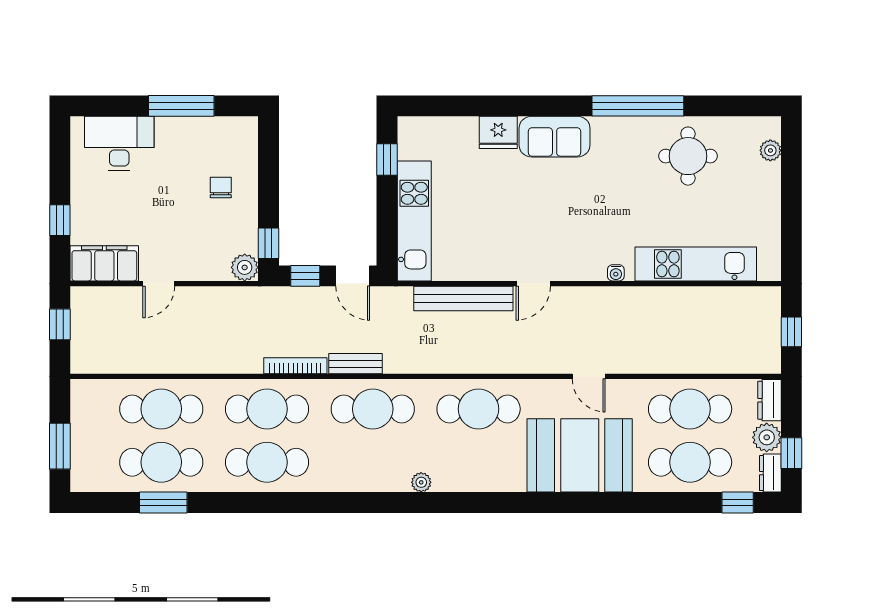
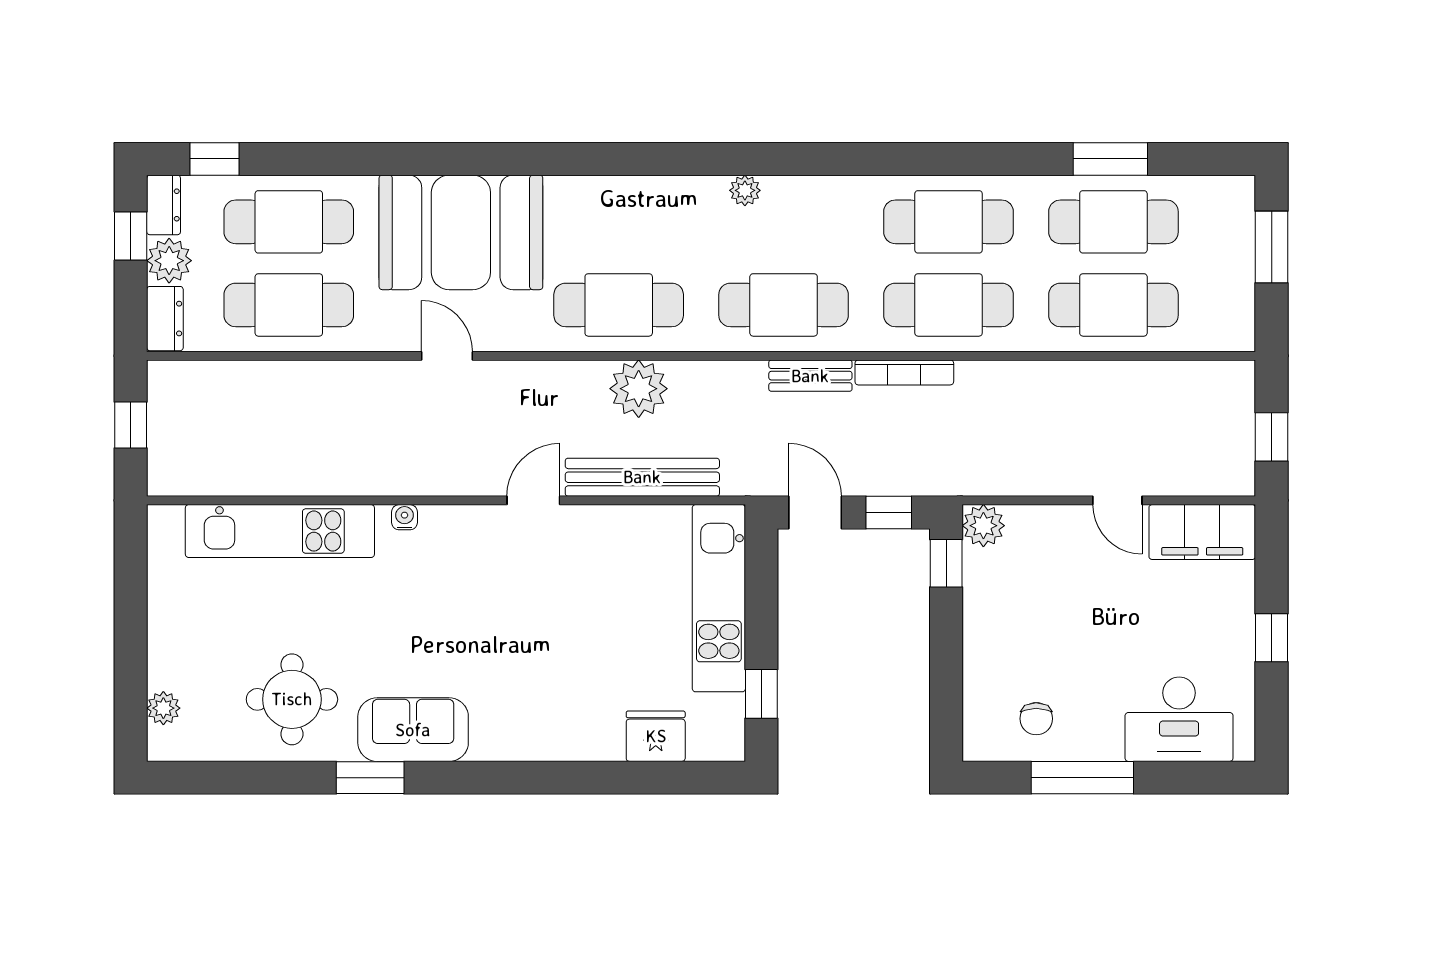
window: (638, 106) -> (370, 778), width x0.47
fridge: (498, 132) -> (656, 736), moved
sofa: (555, 137) -> (413, 730), moved
chair: (221, 187) -> (1036, 719), moved
window: (60, 220) -> (1272, 638), moved
door: (159, 284) -> (1117, 500), swing flipped
plant: (466, 355) -> (639, 389), added
plant: (421, 482) -> (745, 190), moved

